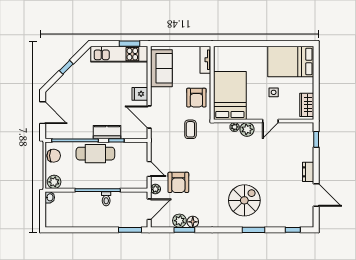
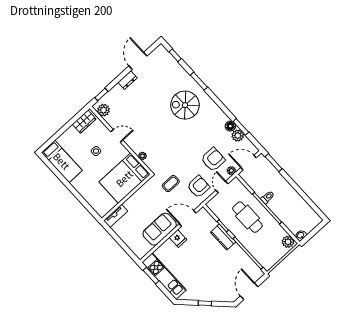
bed: (291, 62) -> (62, 161), width x0.67
sofa: (161, 68) -> (160, 229), moved
armchair: (196, 98) -> (198, 187), moved
door: (149, 117) -> (188, 218), swing flipped
plant: (247, 129) -> (104, 110), moved
cafe table: (95, 154) -> (247, 217), moved
chair: (54, 156) -> (271, 258), removed

